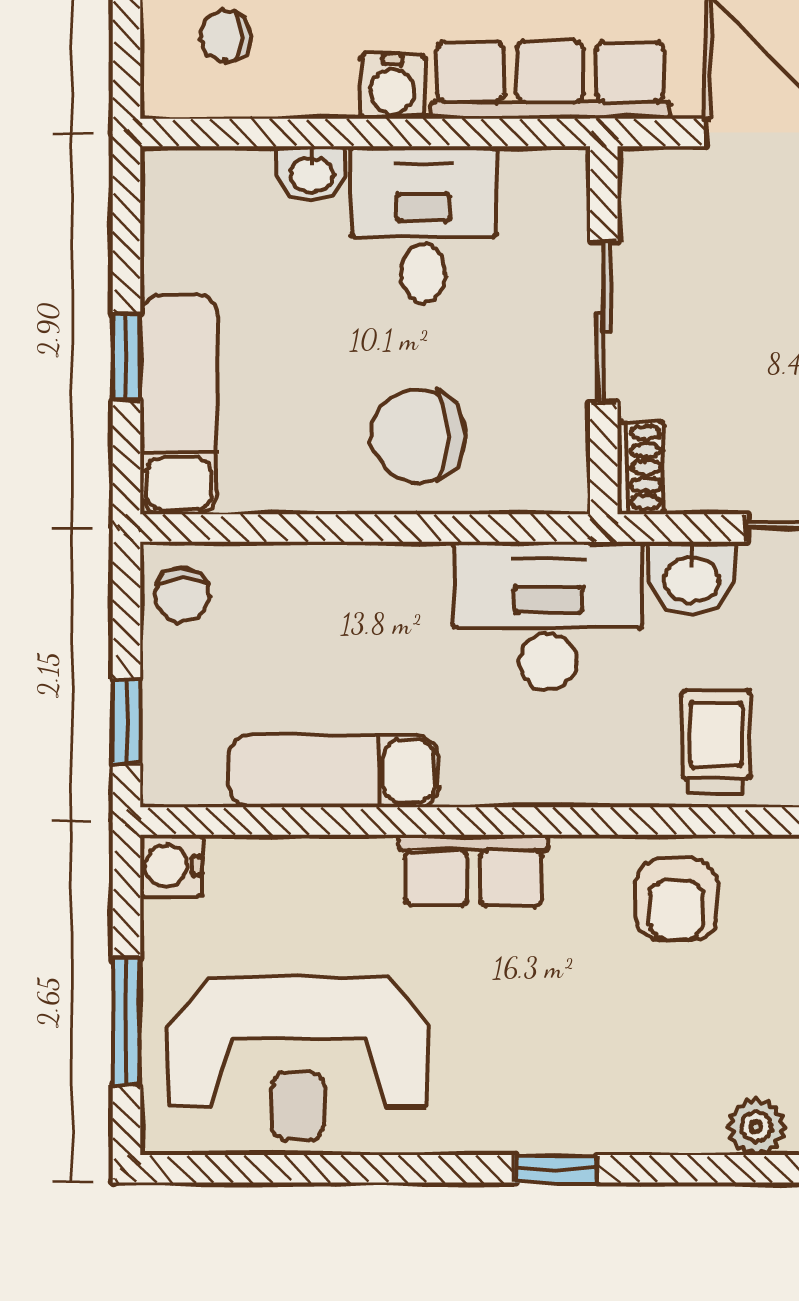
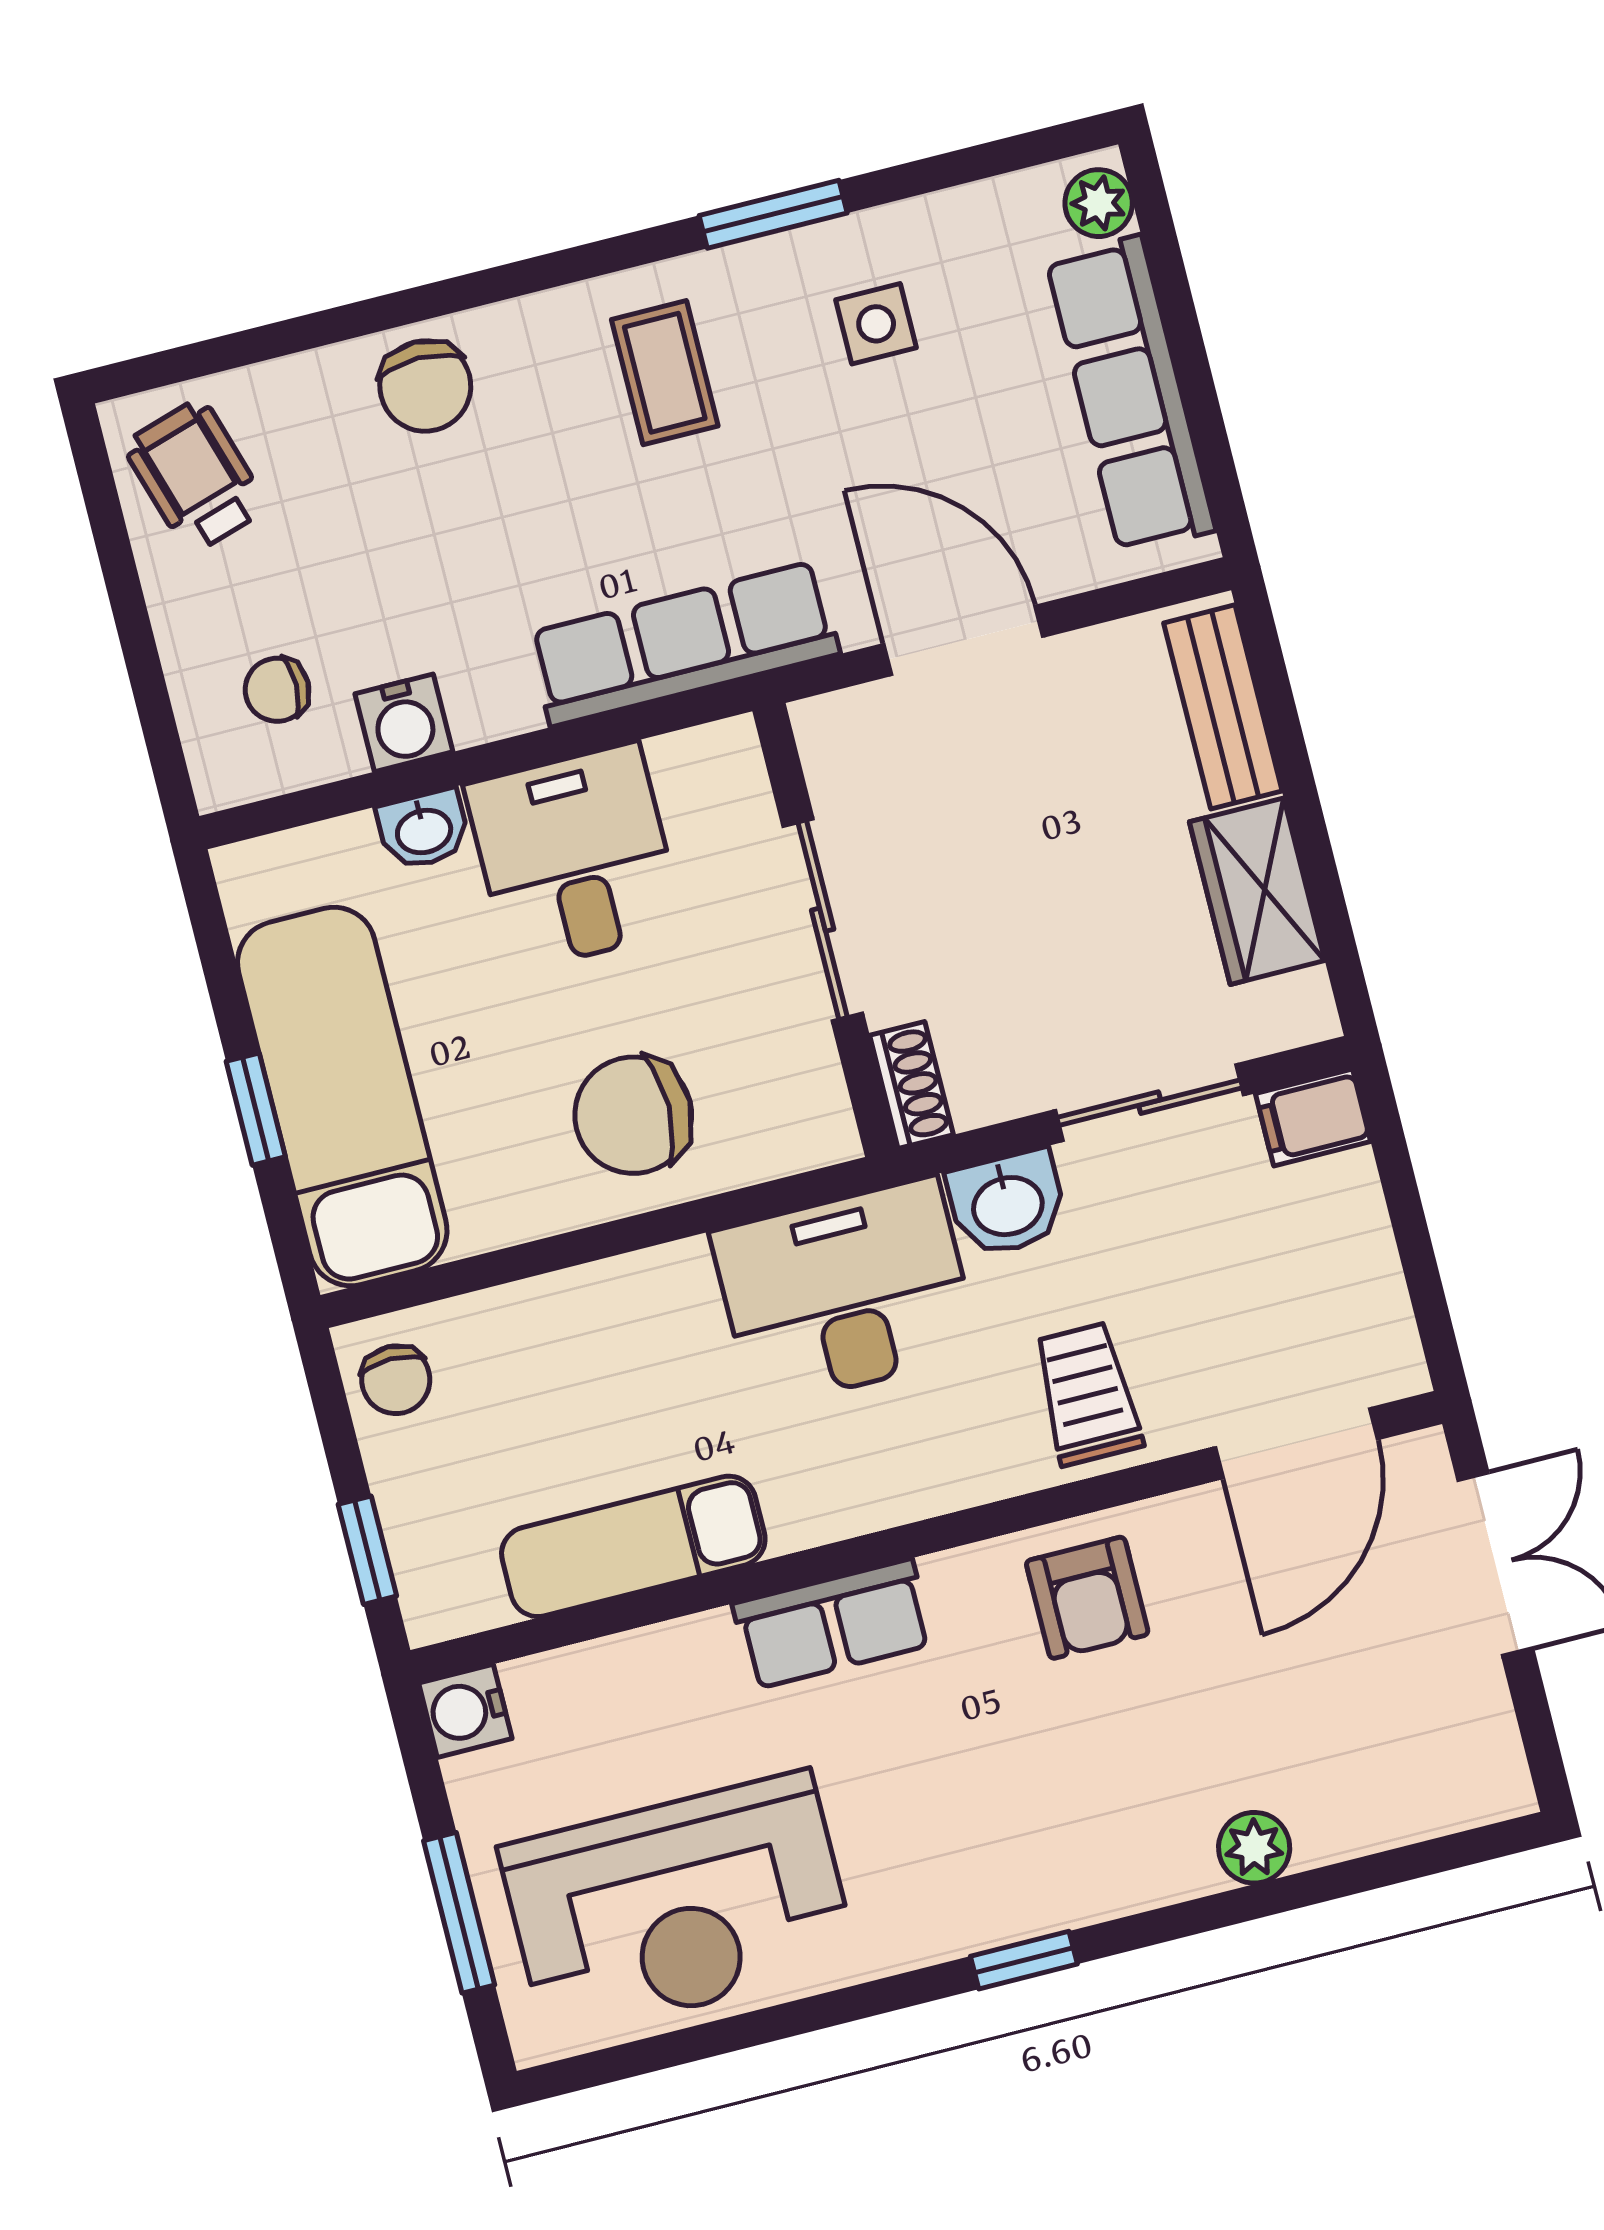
water cooler: (393, 87) -> (404, 723), moved
exam couch: (179, 405) -> (342, 1097), width x1.36, depth x1.45

